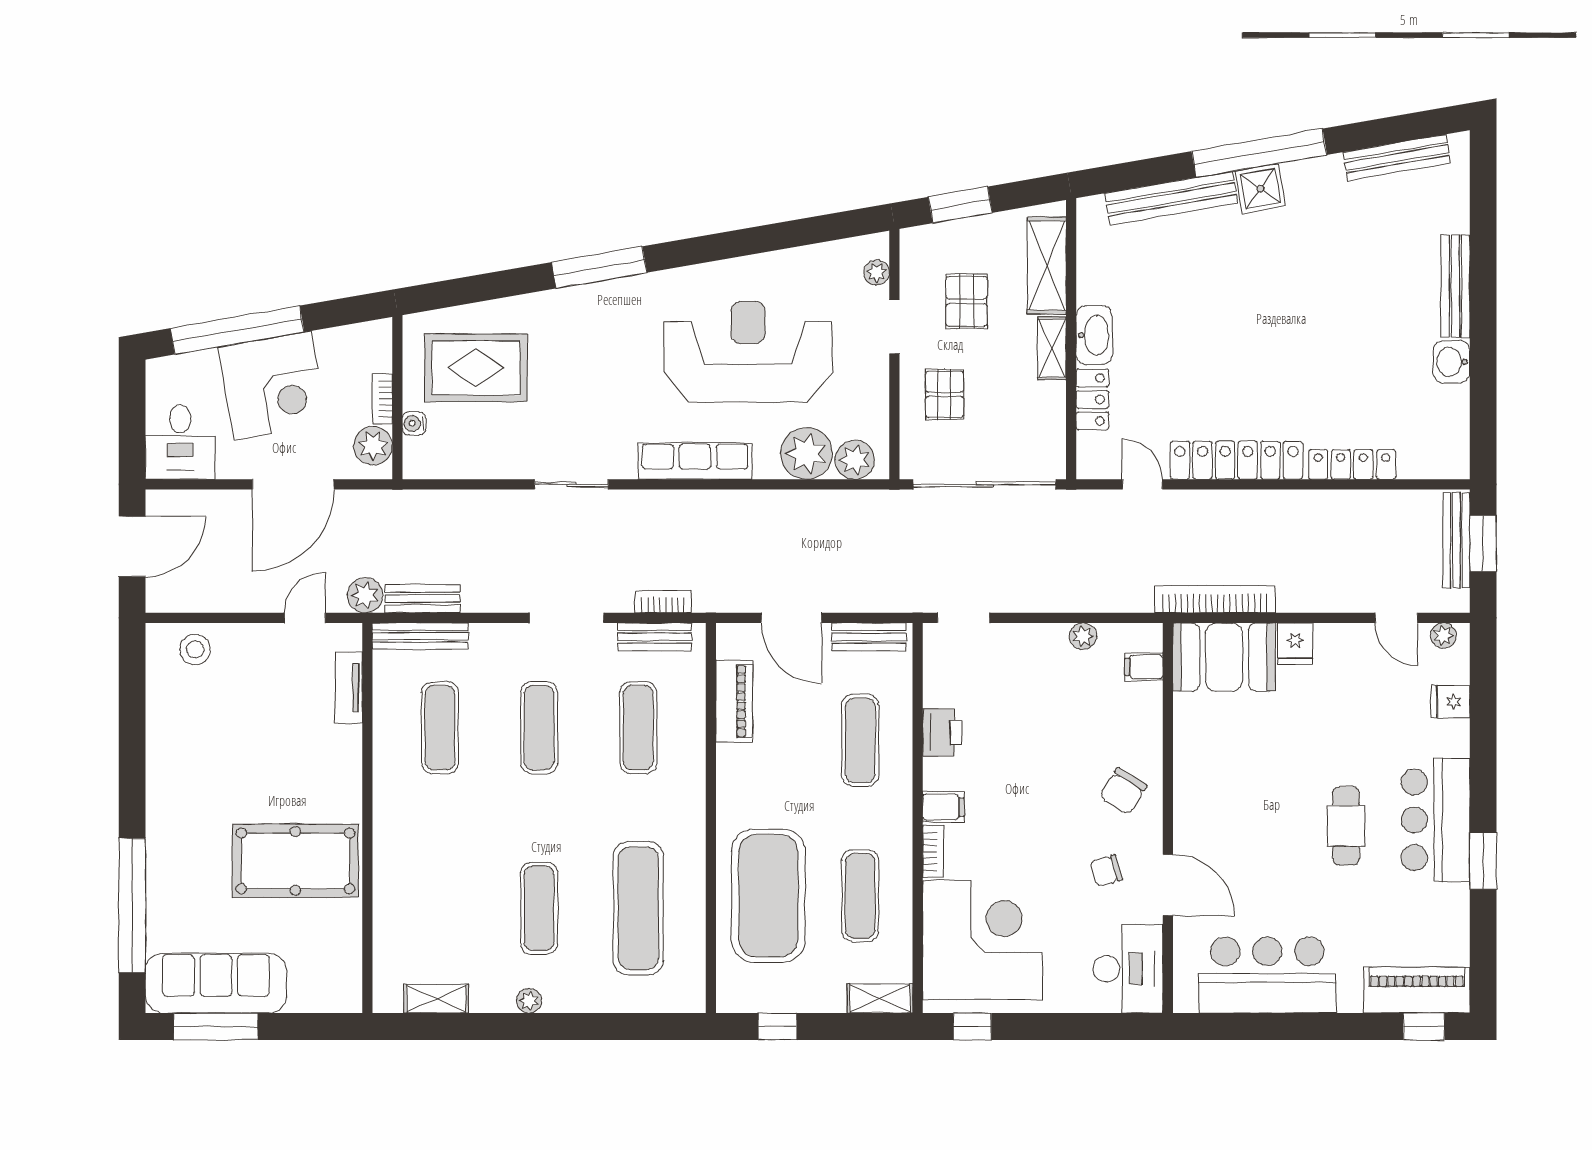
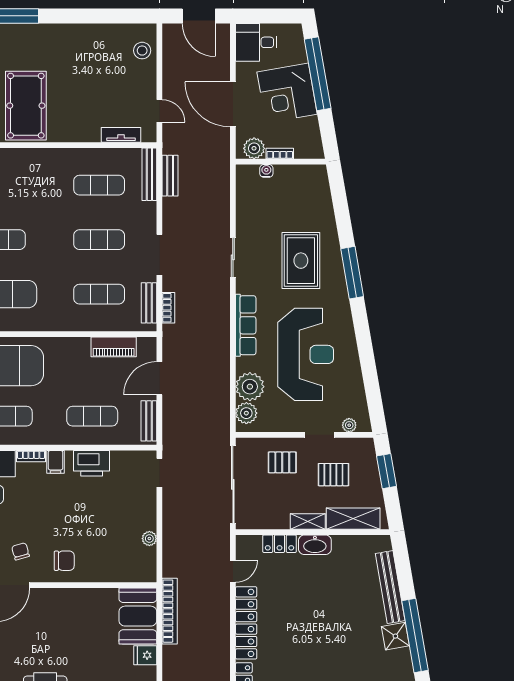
rug: (476, 368) -> (301, 261), moved
plant: (365, 595) -> (172, 144), removed
filing cabinet: (1144, 667) -> (133, 572), removed
printer: (942, 732) -> (92, 463), width x1.37, depth x1.19
chair: (1123, 791) -> (64, 561), turned 148

